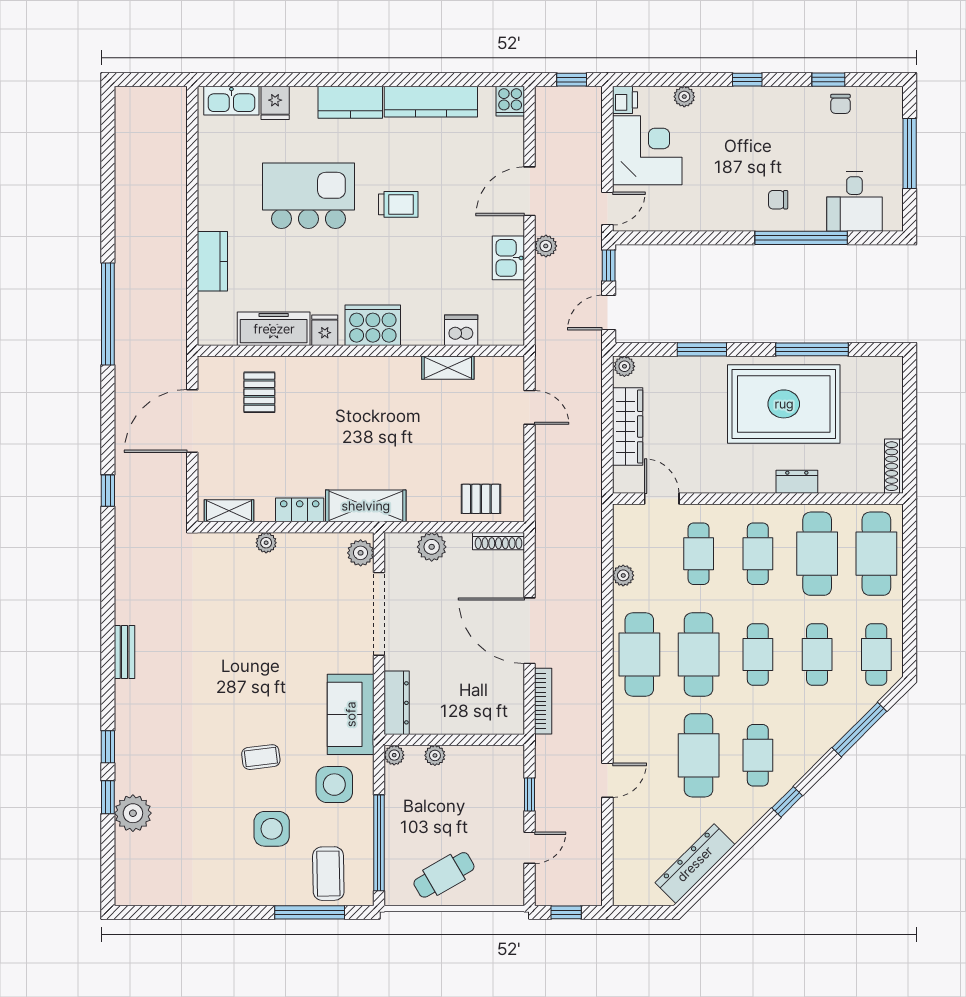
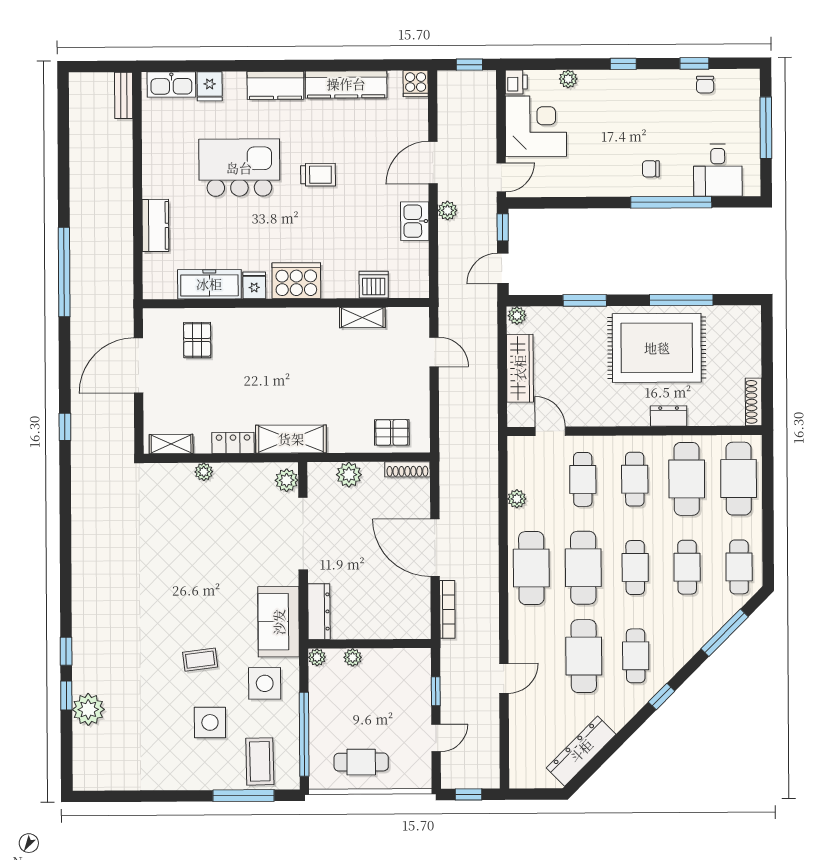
bench: (125, 652) -> (124, 95), moved
cafe table: (444, 875) -> (361, 762), turned 30

